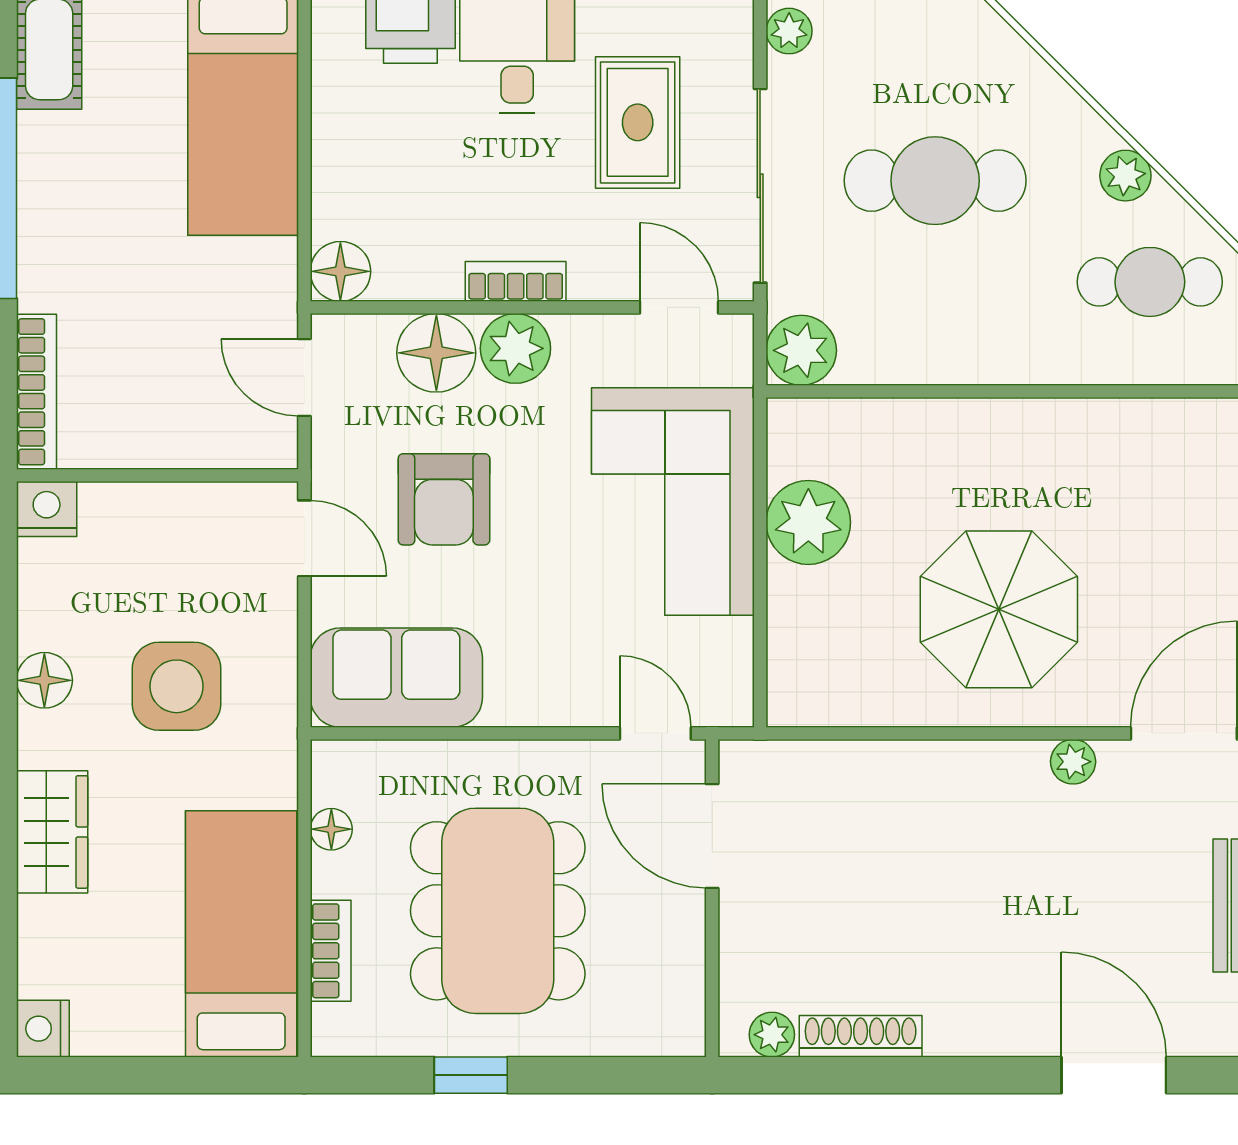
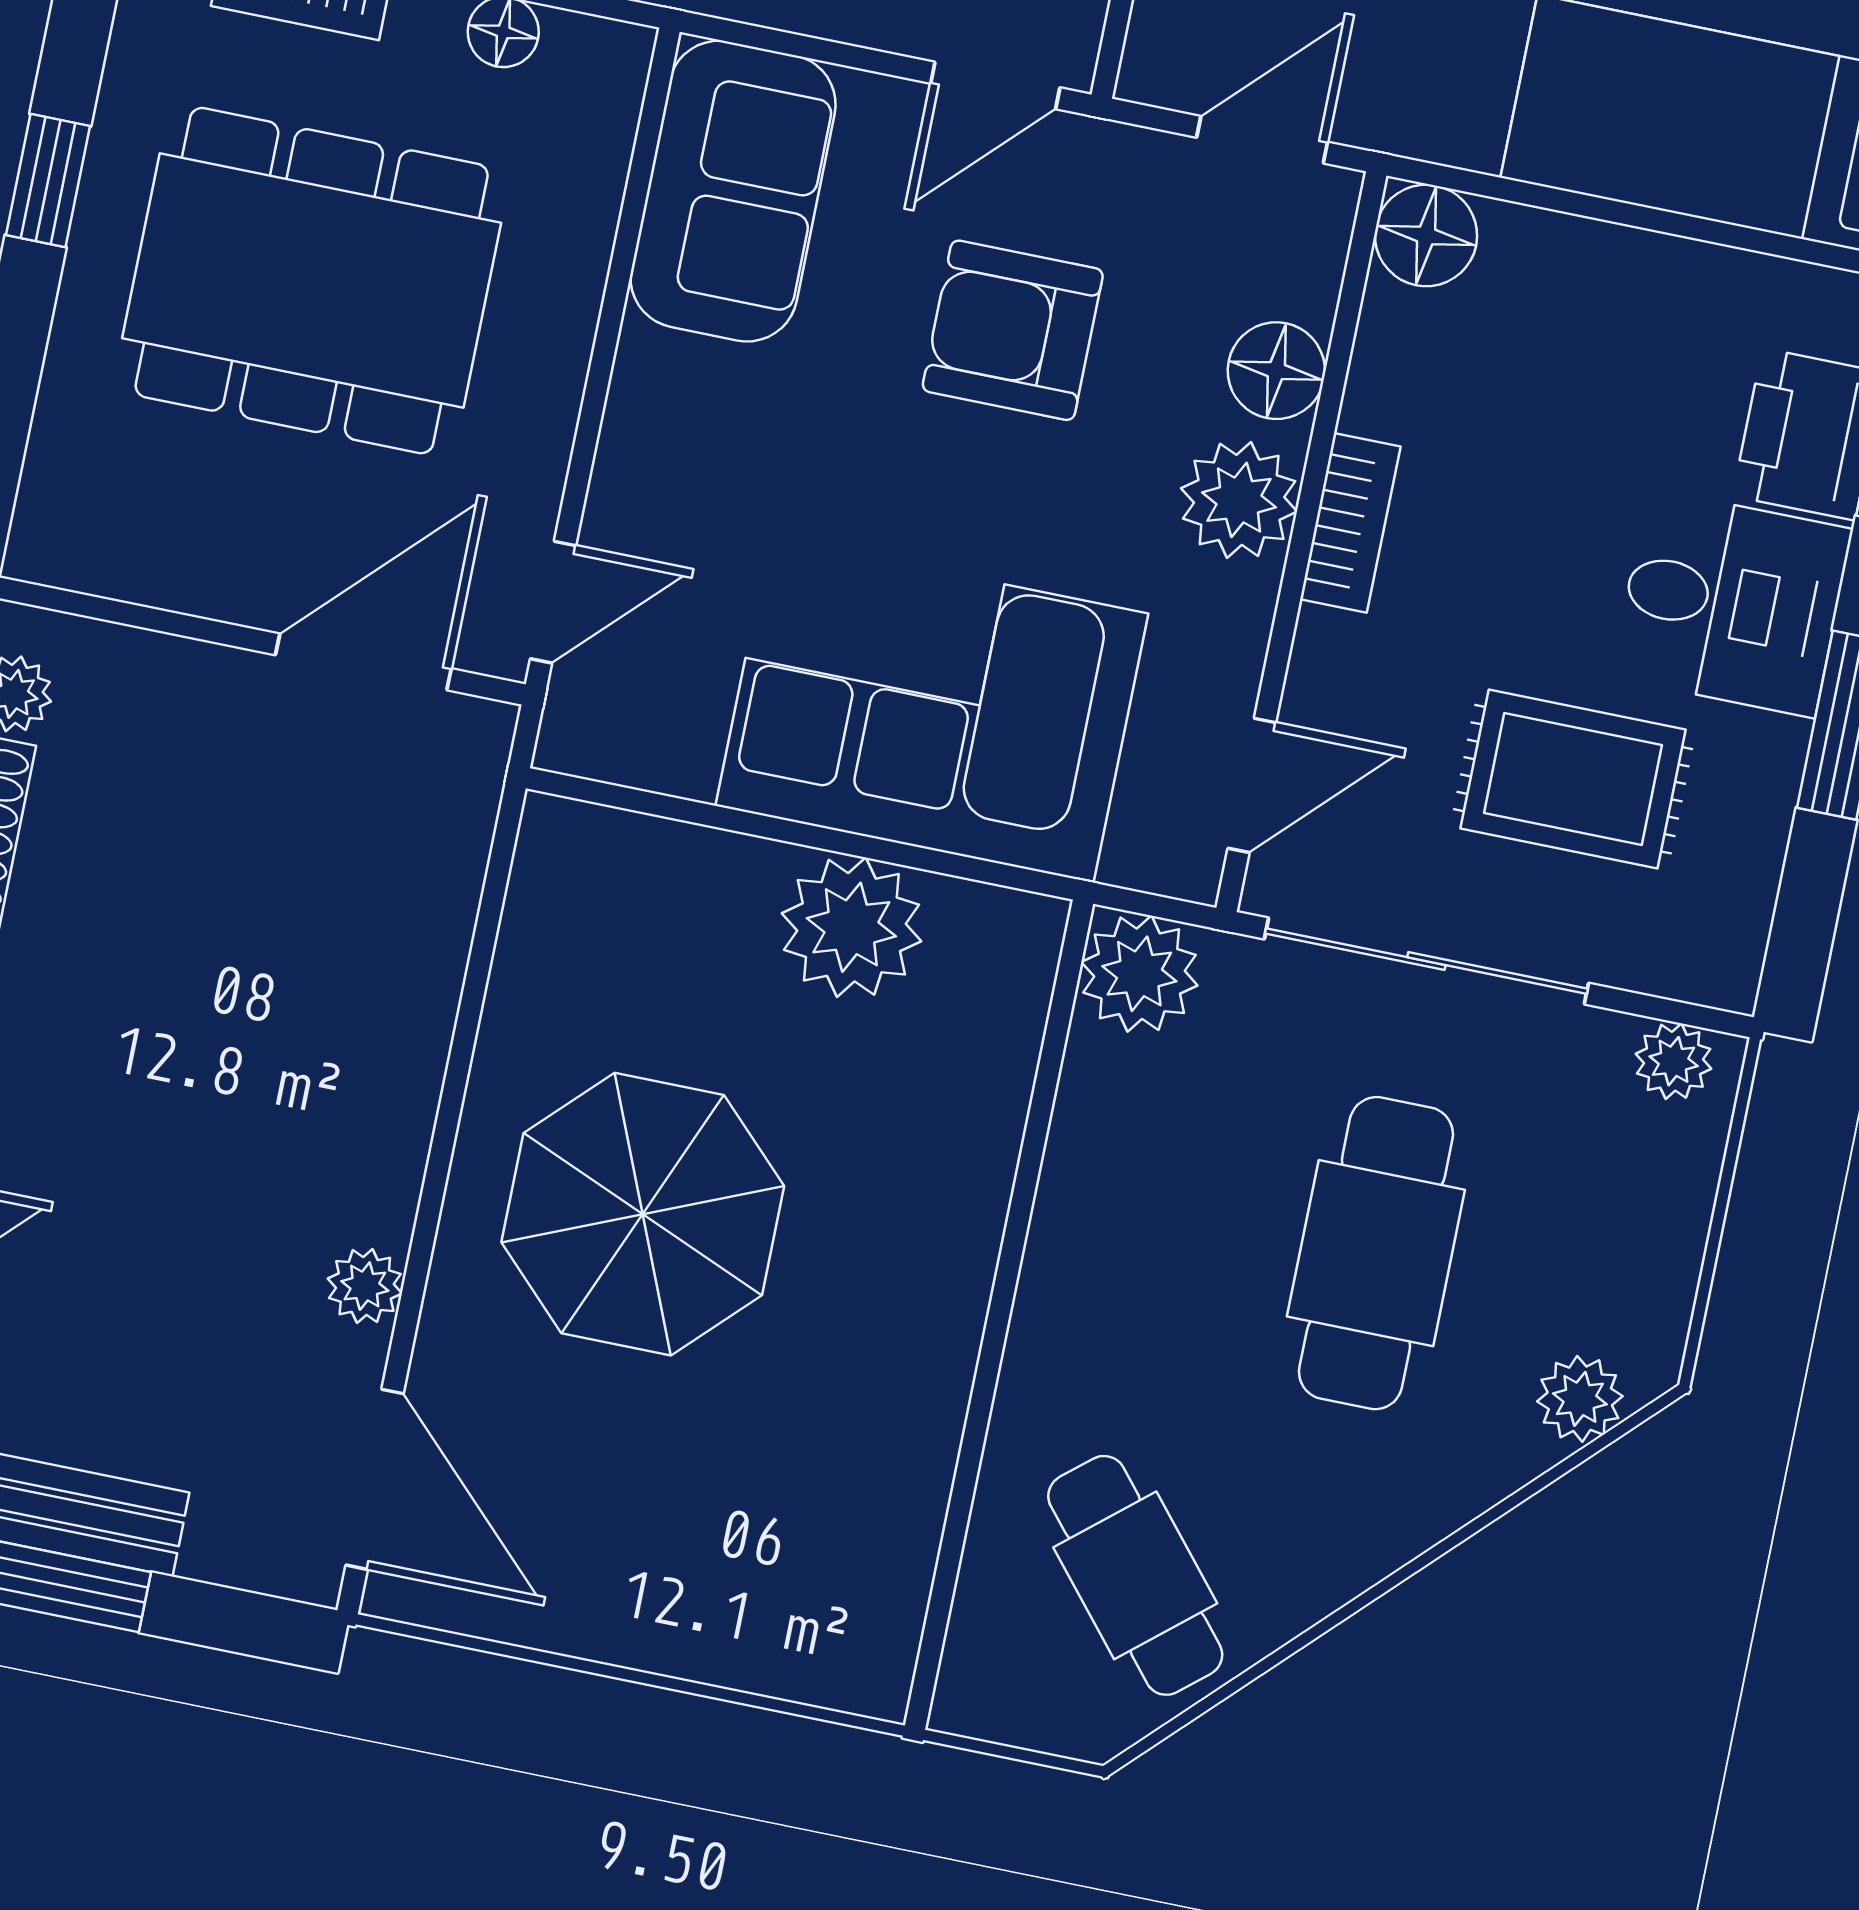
plant: (1125, 176) -> (1580, 1399), moved
cafe table: (1150, 282) -> (1135, 1575), turned -40
floor lamp: (436, 353) -> (1276, 371), width x0.73, depth x0.73

